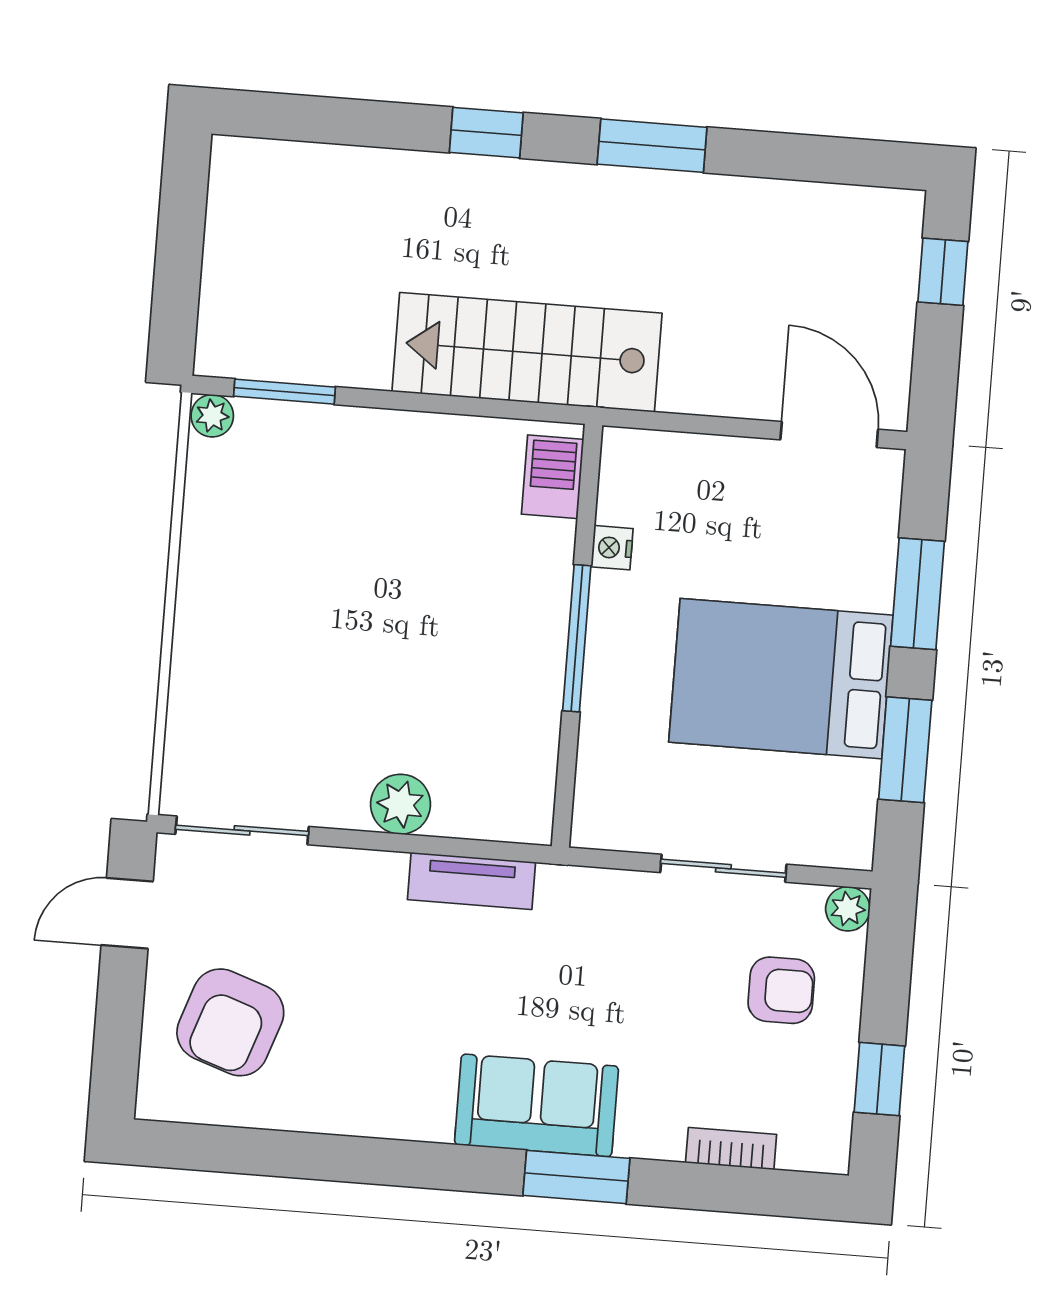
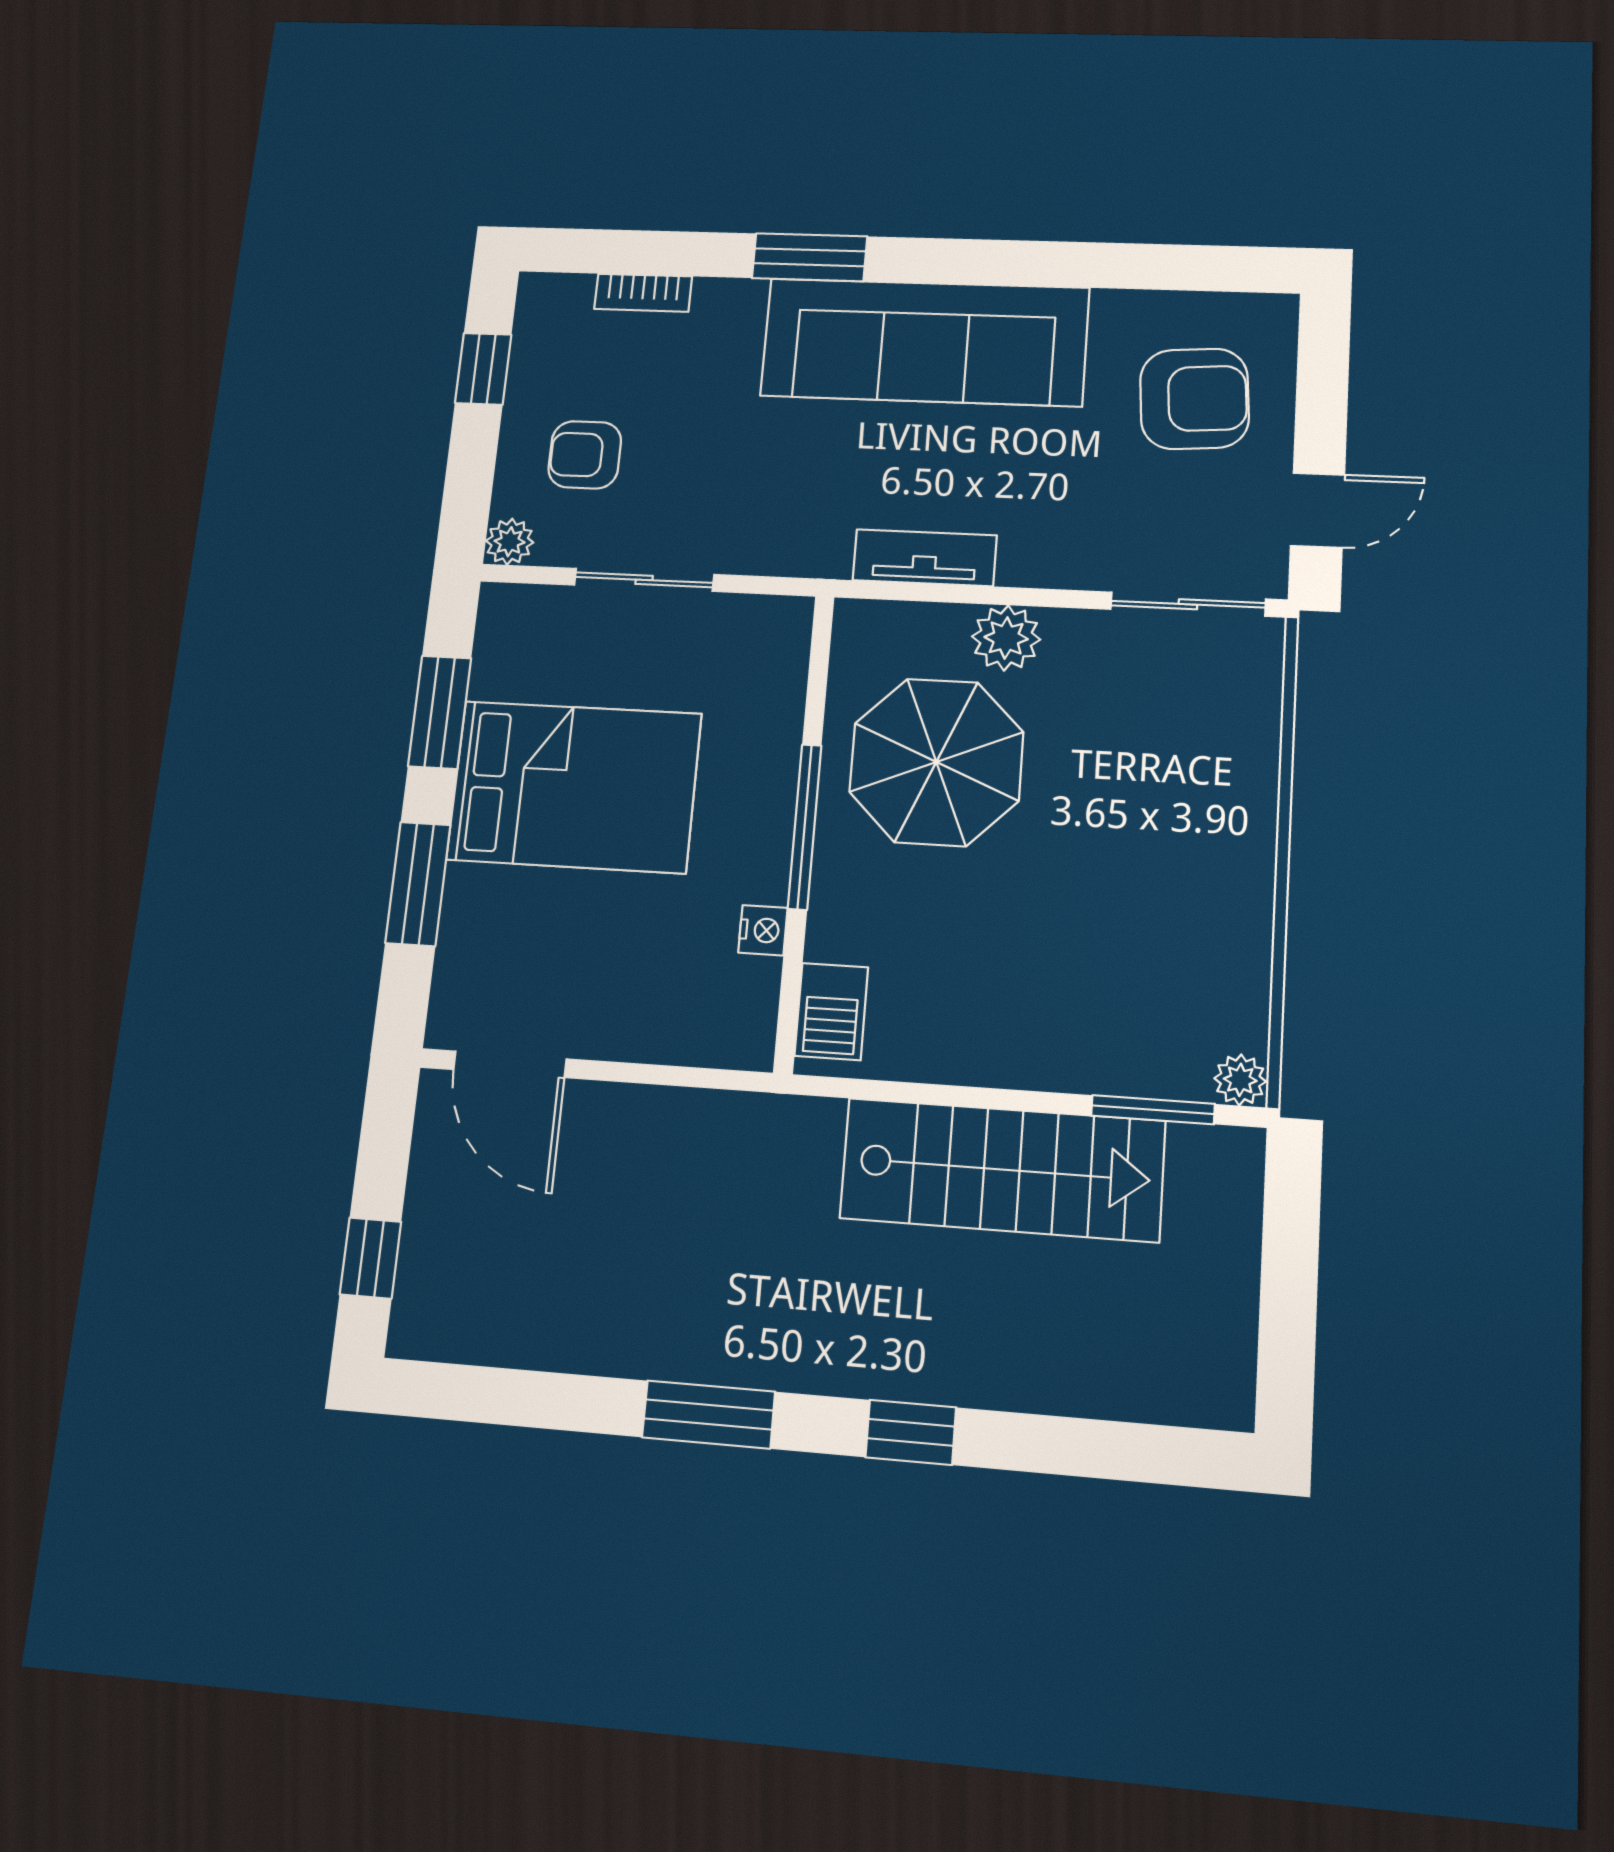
stairs: (527, 352) -> (1002, 1170), moved
parasol: (462, 693) -> (936, 762), added
armchair: (230, 1022) -> (1194, 399), turned 67
sofa: (536, 1105) -> (925, 342), width x1.85, depth x1.27

